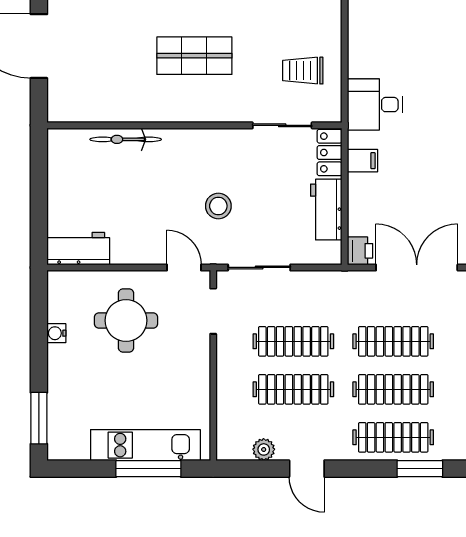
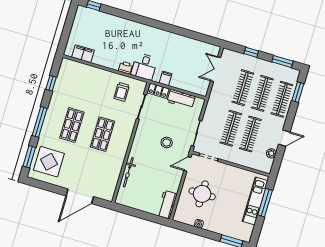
printer: (360, 251) -> (125, 68), moved
double door: (417, 267) -> (216, 69), width x0.73

